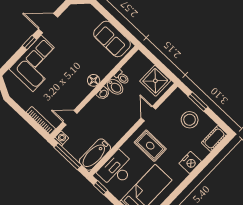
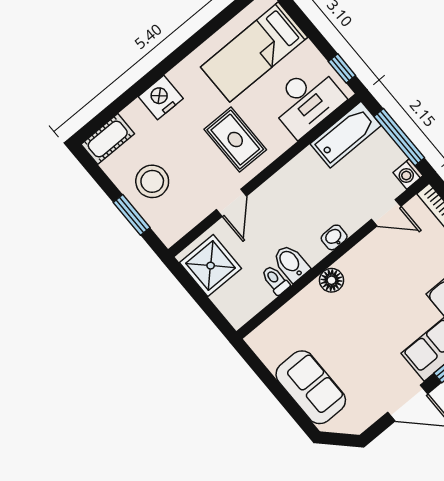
sofa: (112, 39) -> (311, 387), moved
washbasin: (103, 93) -> (334, 237), moved

